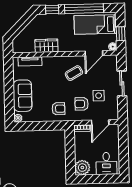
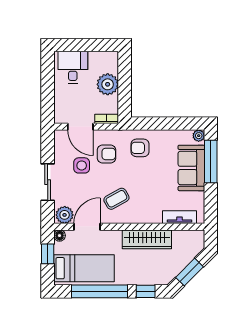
window: (22, 24) -> (189, 272), added
wardrobe: (46, 46) -> (147, 239), width x1.50
plant: (110, 61) -> (65, 215), added
window: (9, 100) -> (211, 161), added
door: (100, 122) -> (80, 127), swing flipped
plant: (82, 168) -> (108, 84), moved

